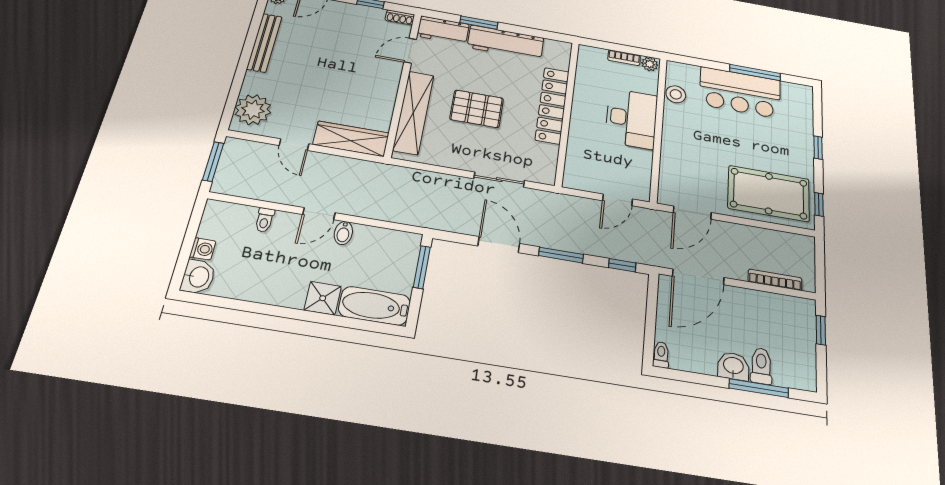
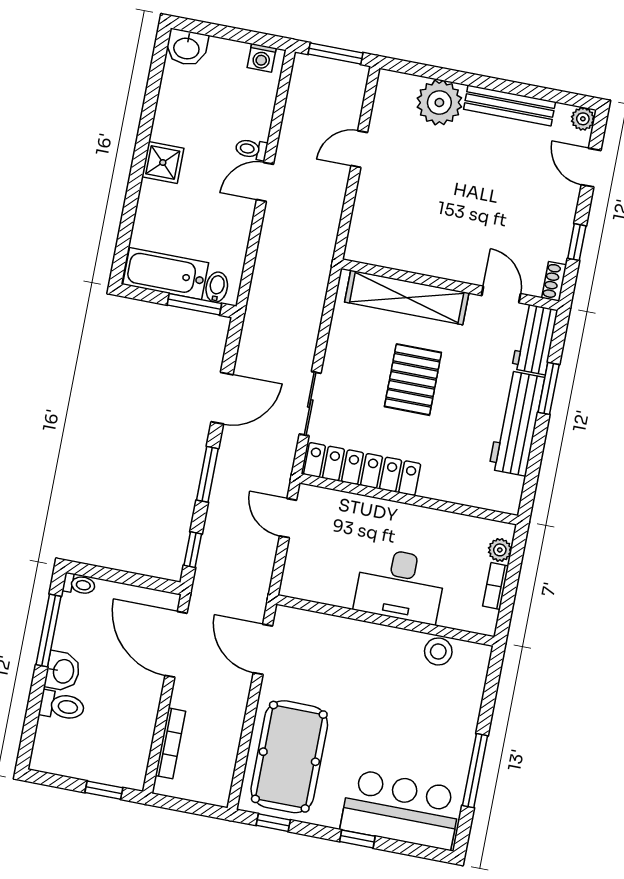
plant: (650, 64) -> (500, 550), moved
bar counter: (740, 92) -> (401, 809), moved, turned 90
locker: (552, 105) -> (362, 469), moved
plant: (253, 110) -> (439, 102), moved
wardrobe: (351, 139) -> (368, 219), removed
door: (617, 200) -> (288, 518), moved
door: (319, 214) -> (265, 182), hinge flipped
toilet: (265, 220) -> (251, 149), moved
bidet: (343, 233) -> (217, 287), moved, turned 90
washing machine: (203, 249) -> (262, 58), moved
shower: (323, 298) -> (163, 162), moved
bathtub: (375, 306) -> (166, 274), moved, turned -90
window: (759, 388) -> (49, 630), moved

